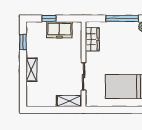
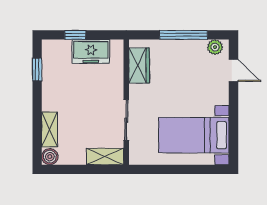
shelving: (31, 70) -> (50, 129), moved
boiler: (32, 101) -> (50, 157), added

